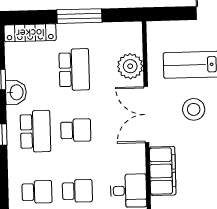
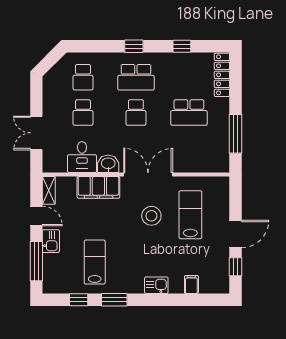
window: (79, 16) -> (235, 134), moved
plant: (130, 66) -> (191, 161), removed
washbasin: (16, 92) -> (108, 164), moved, turned 180

